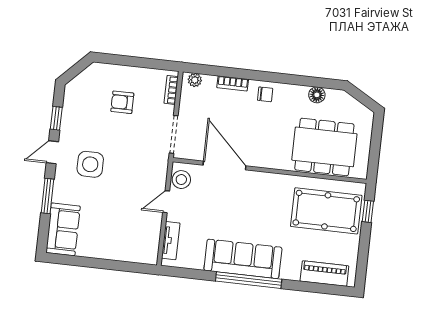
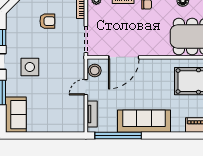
armchair: (122, 102) -> (47, 21), turned 180
door: (224, 165) -> (124, 57), swing flipped
window: (249, 280) -> (118, 136), moved

